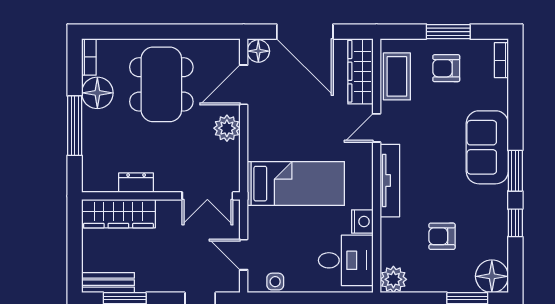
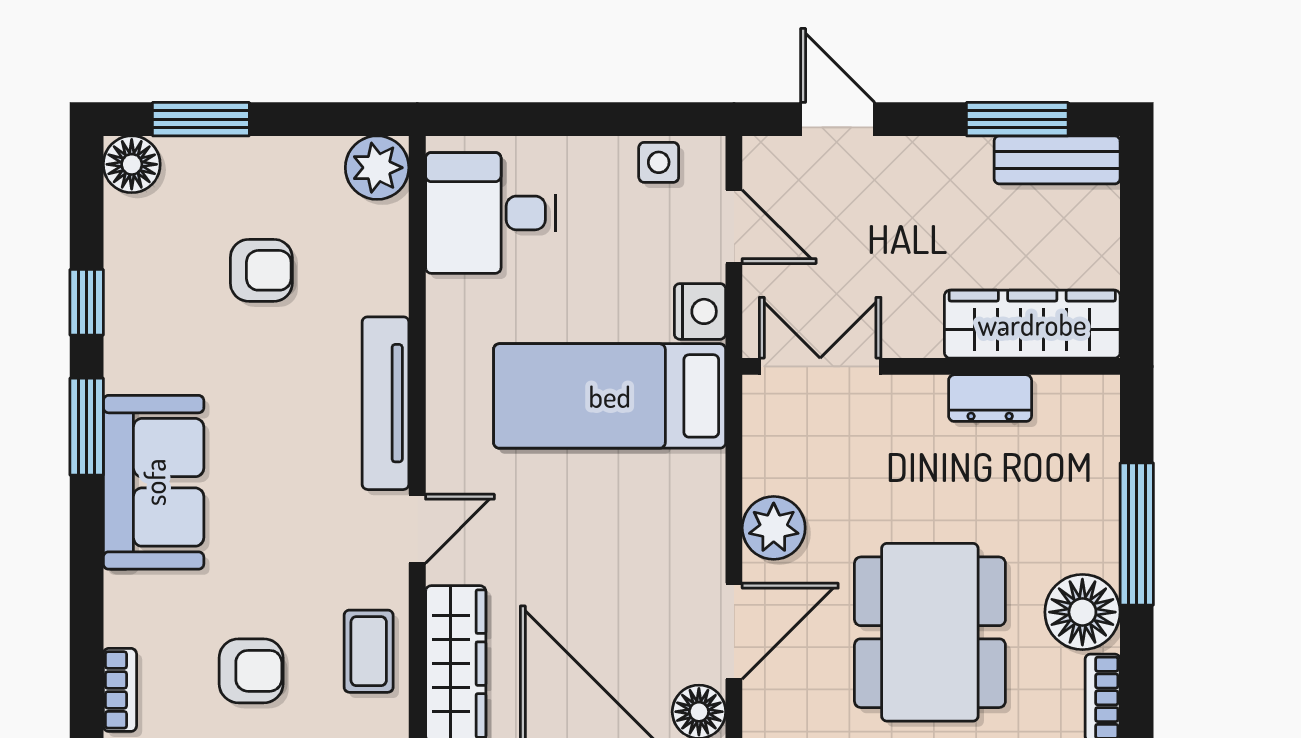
coffee table: (397, 76) -> (369, 651), width x0.73, depth x0.77
nightstand: (362, 221) -> (700, 311), moved, turned 180
floor lamp: (492, 276) -> (132, 164), width x0.73, depth x0.73

